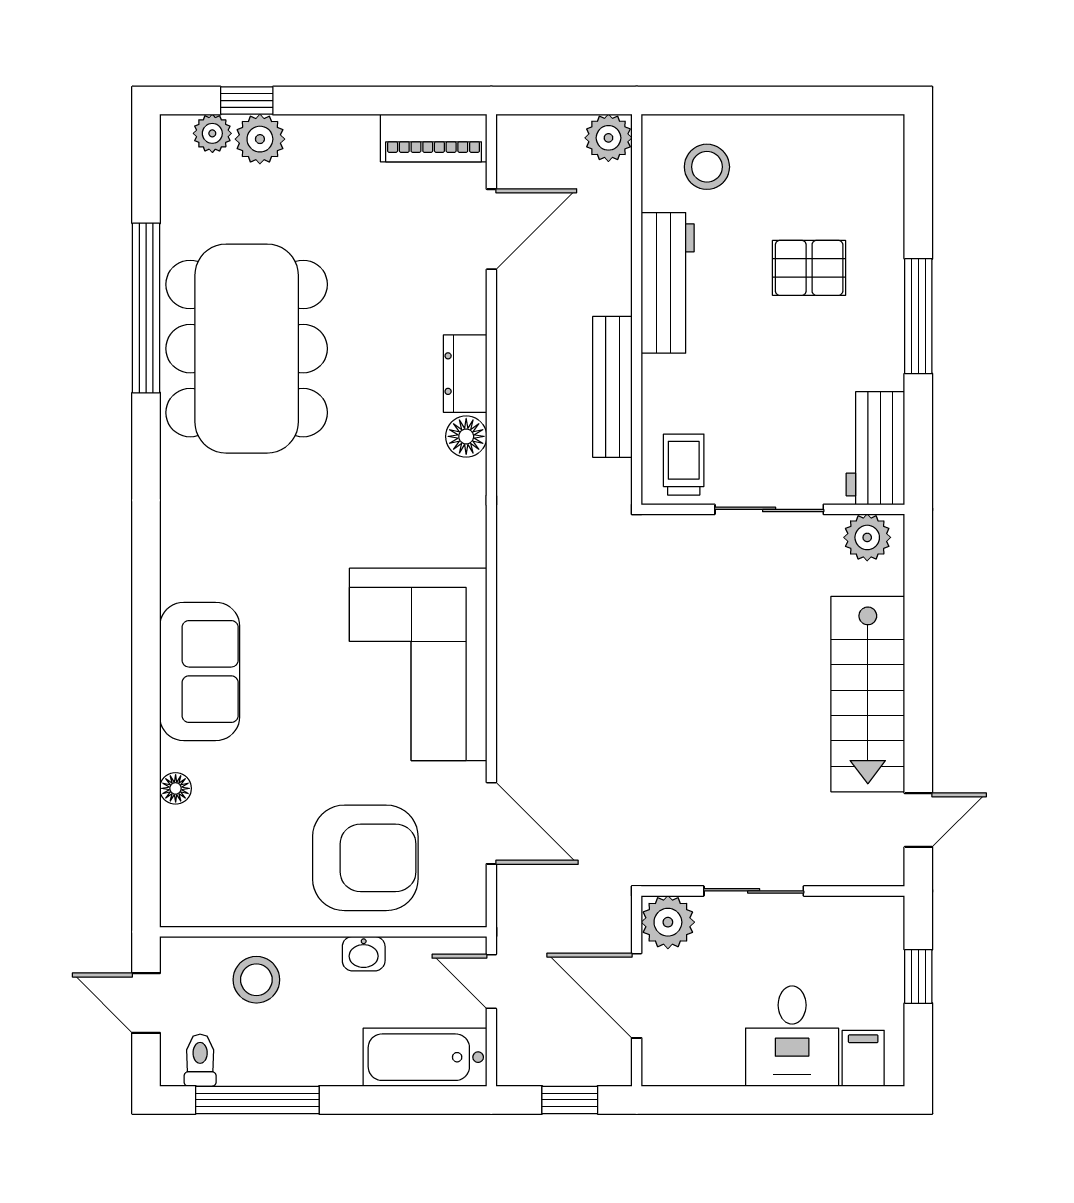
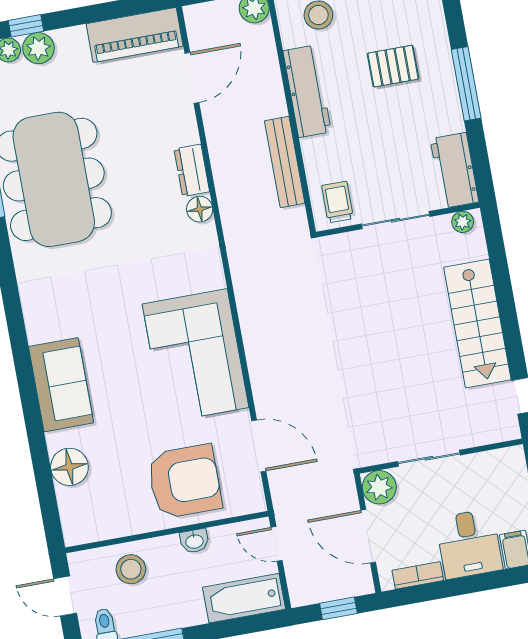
piano: (434, 138) -> (135, 35), width x1.37, depth x1.33
plant: (867, 537) -> (463, 222), width x0.73, depth x0.73
floor lamp: (176, 788) -> (69, 467), width x1.89, depth x1.89
bookcase: (703, 1071) -> (418, 575), added

